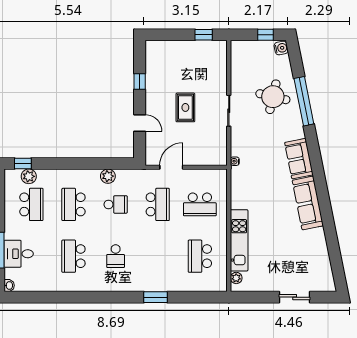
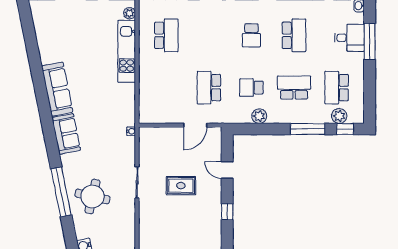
rug: (185, 107) -> (181, 186), turned 90
window: (60, 163) -> (308, 129), added
school desk: (73, 204) -> (294, 88), turned -90
school desk: (200, 204) -> (166, 88), removed
school desk: (116, 256) -> (251, 35), turned 180

